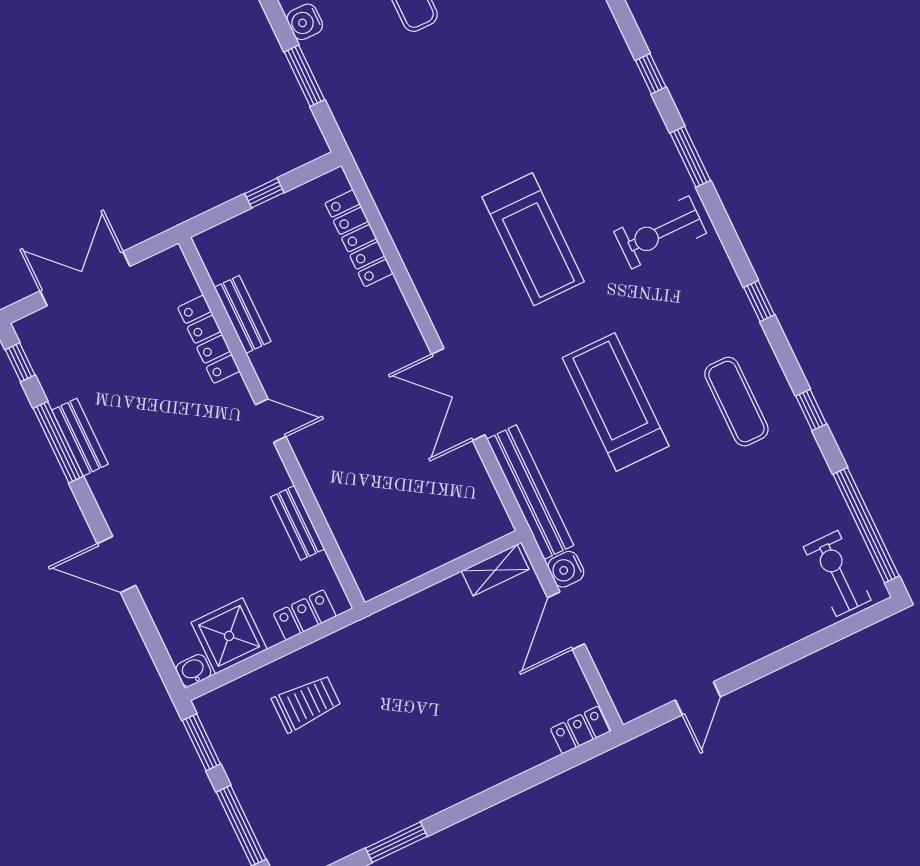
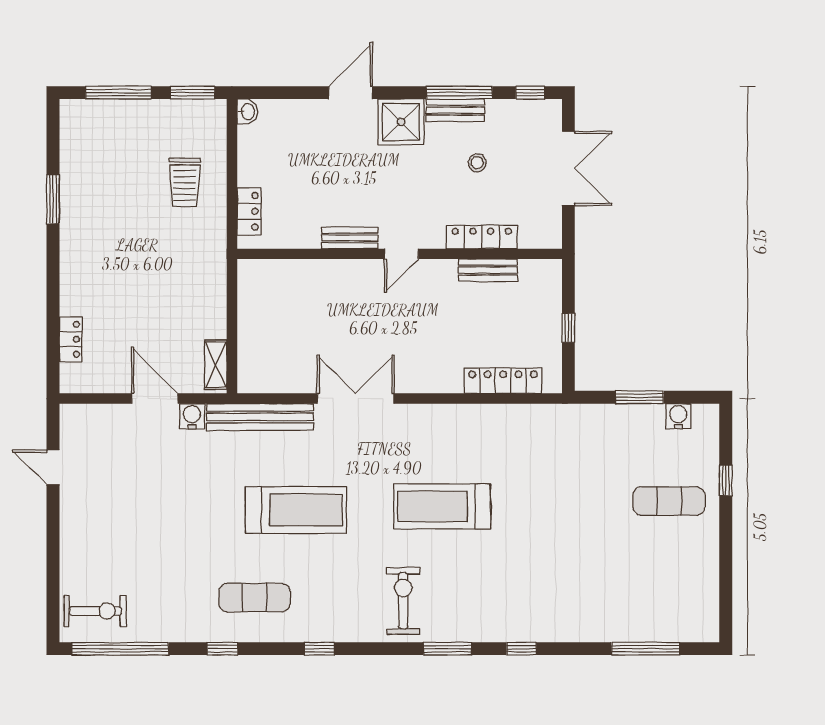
stool: (127, 384) -> (477, 163), added
bench: (298, 523) -> (350, 238), moved
shower: (229, 636) -> (401, 122), moved
locker: (580, 730) -> (71, 339), moved

